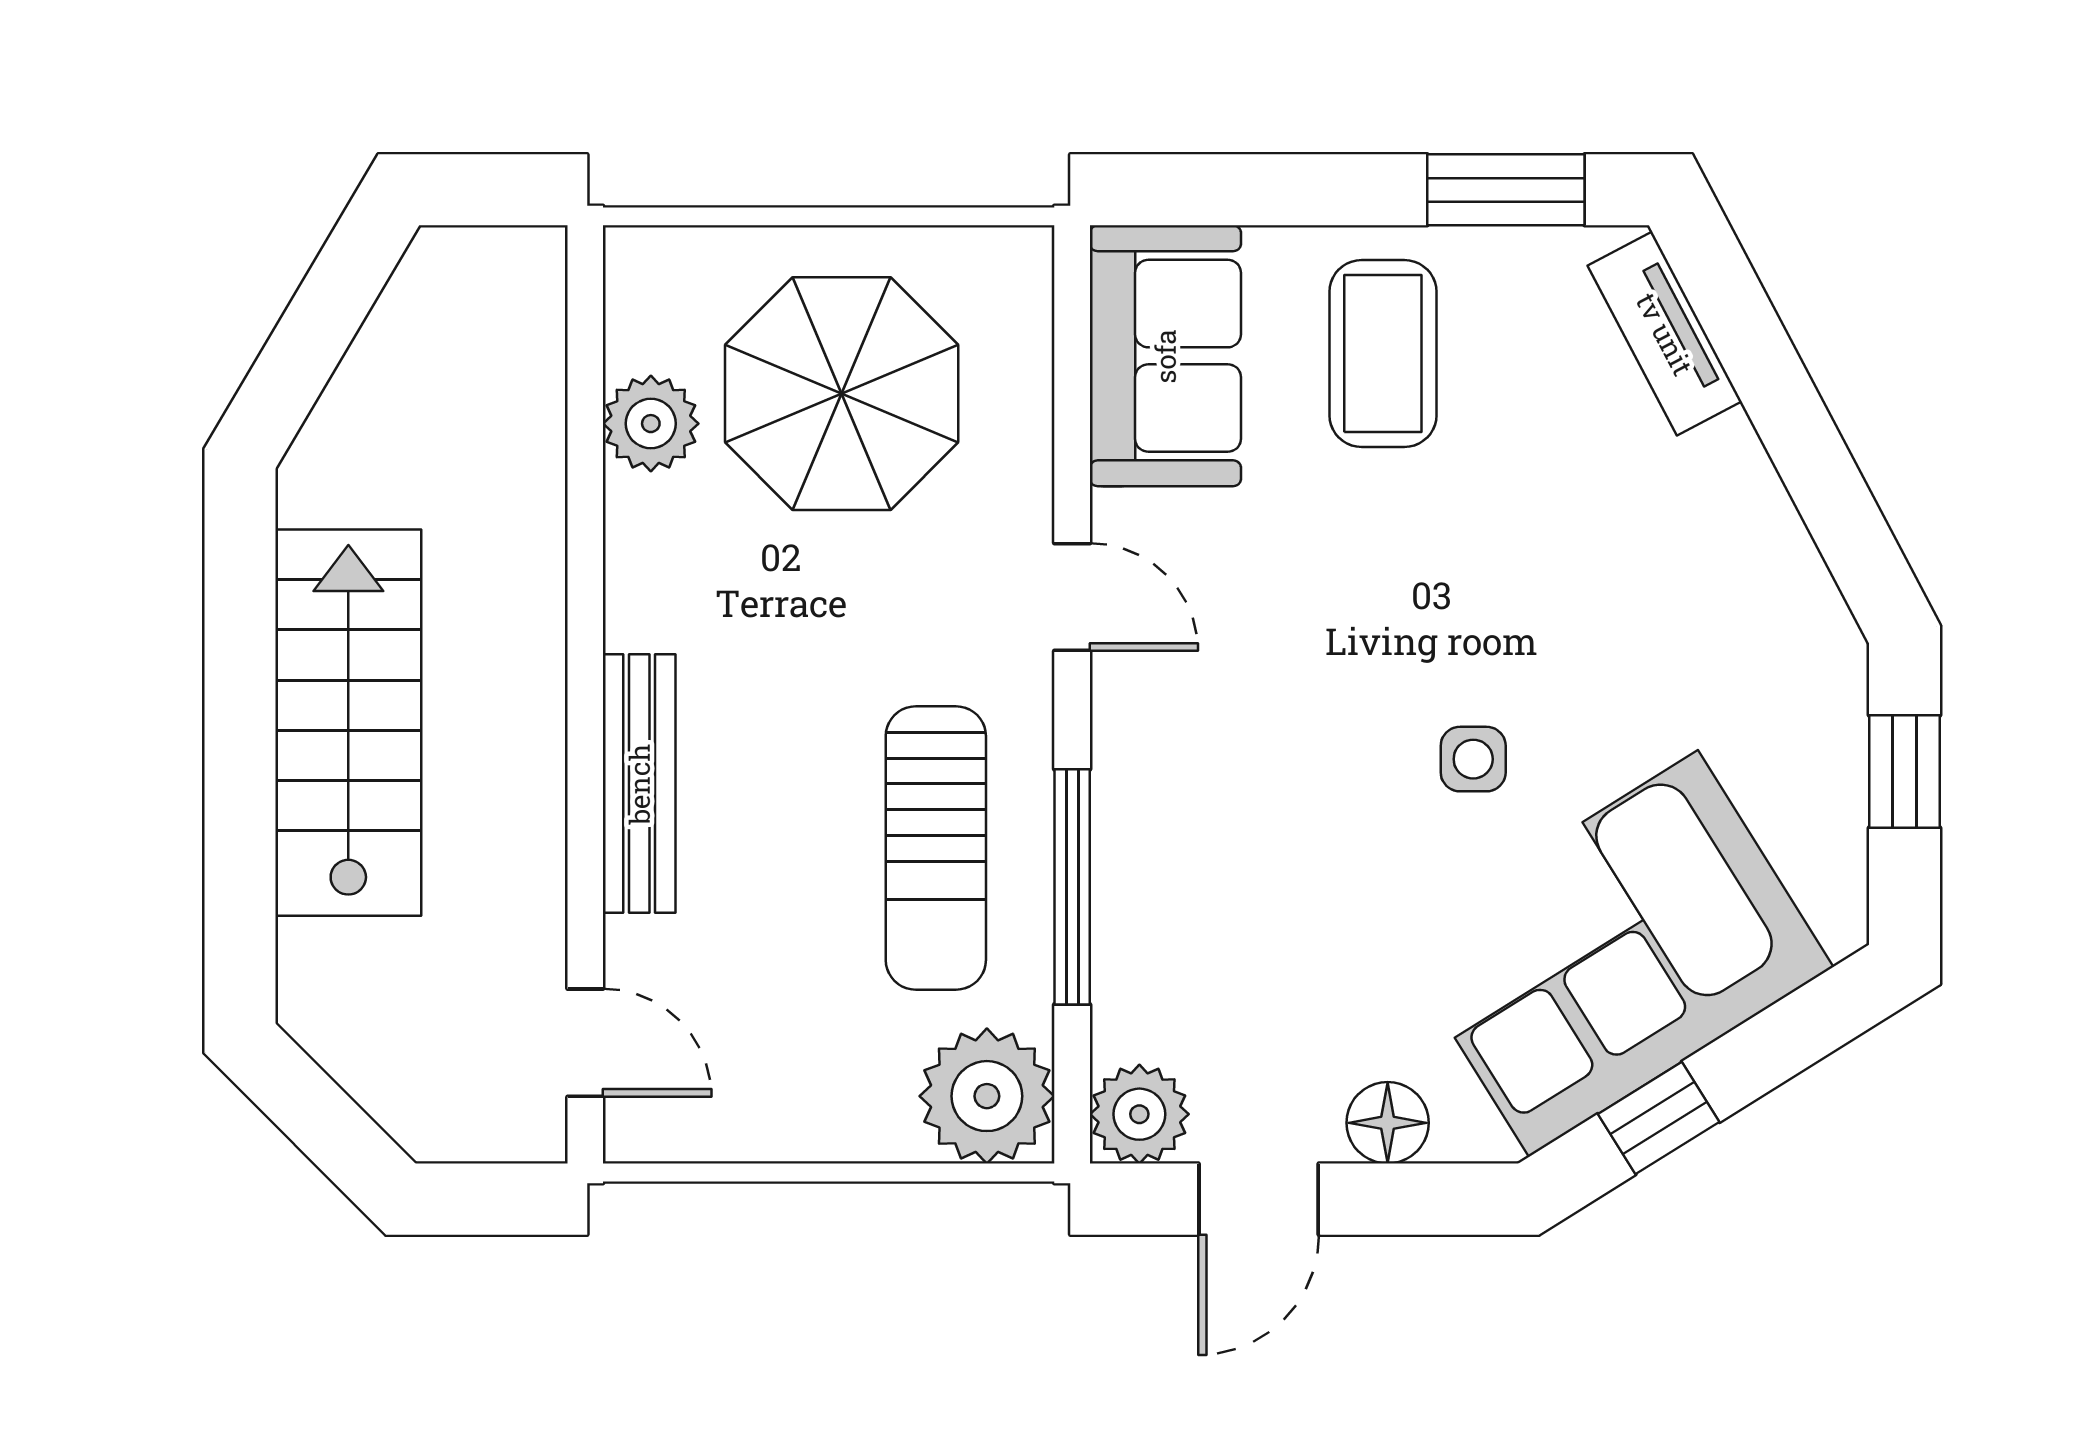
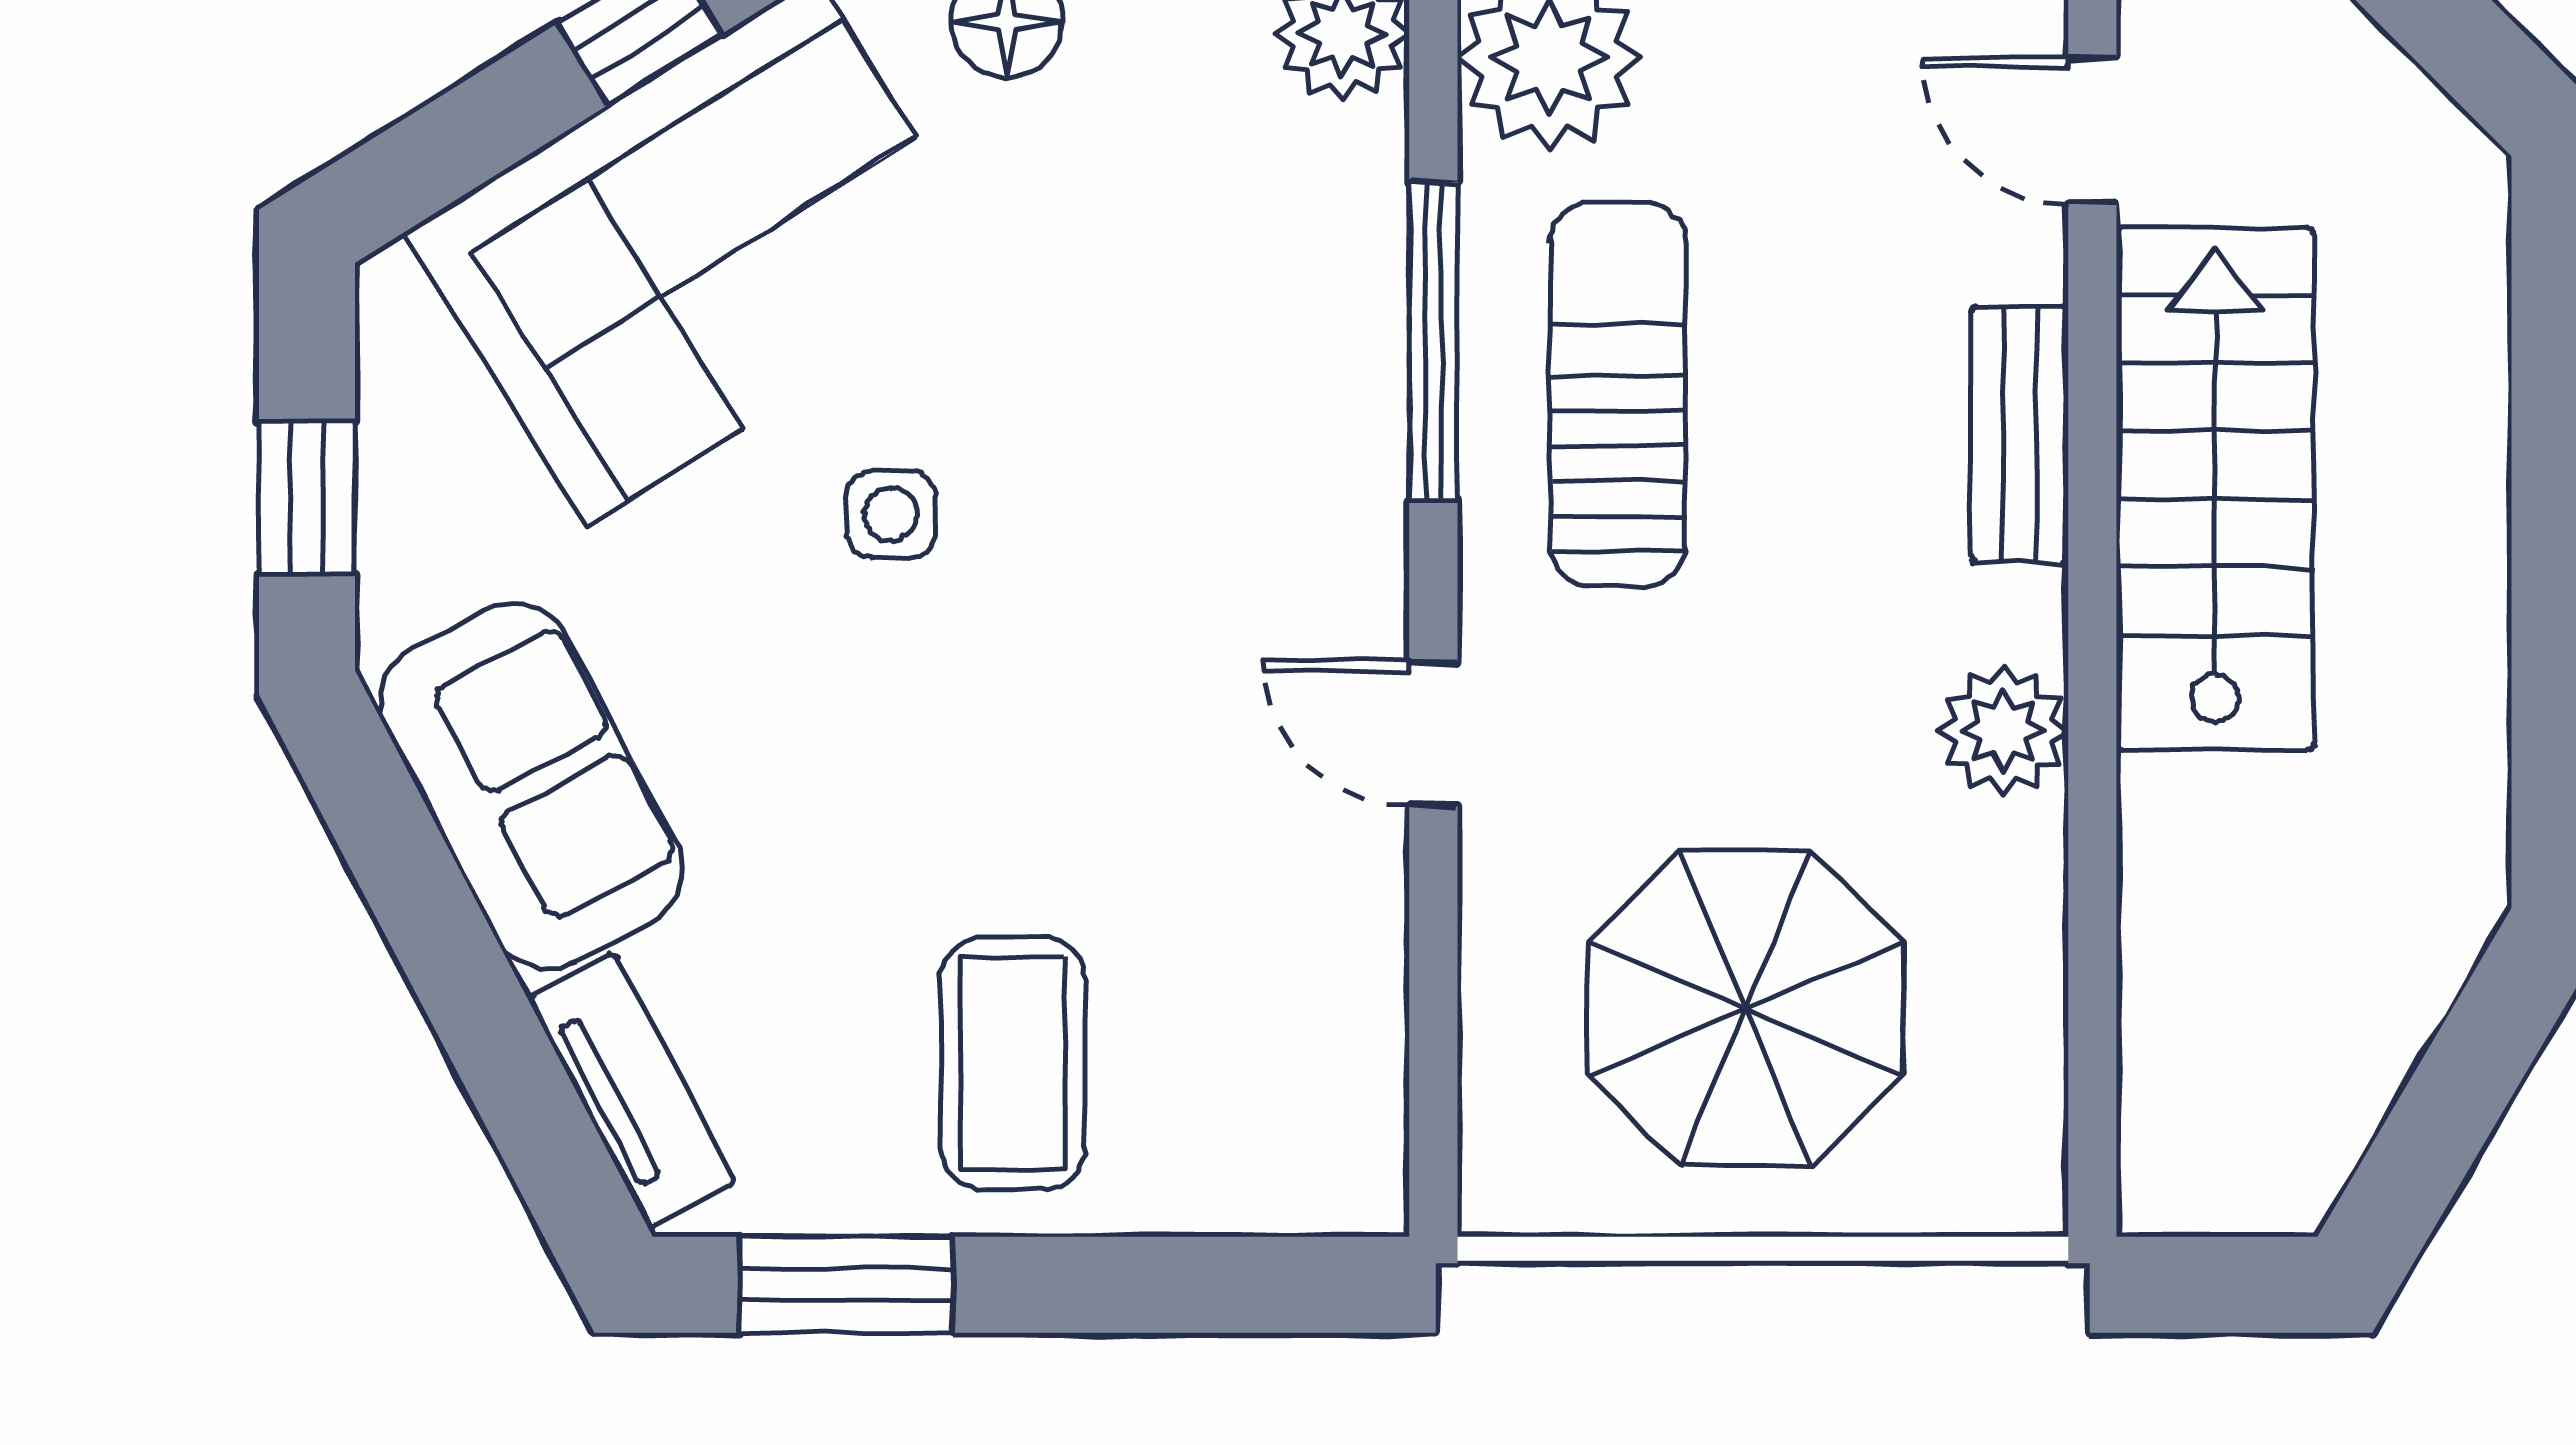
sofa: (1165, 356) -> (531, 786), moved, turned 152
plant: (651, 424) -> (2004, 731), moved
stairs: (348, 723) -> (2215, 489), moved, turned 180
bench: (639, 784) -> (2019, 434), width x0.73

